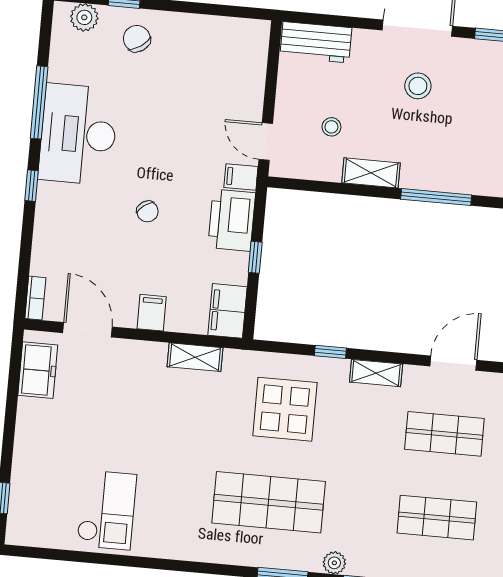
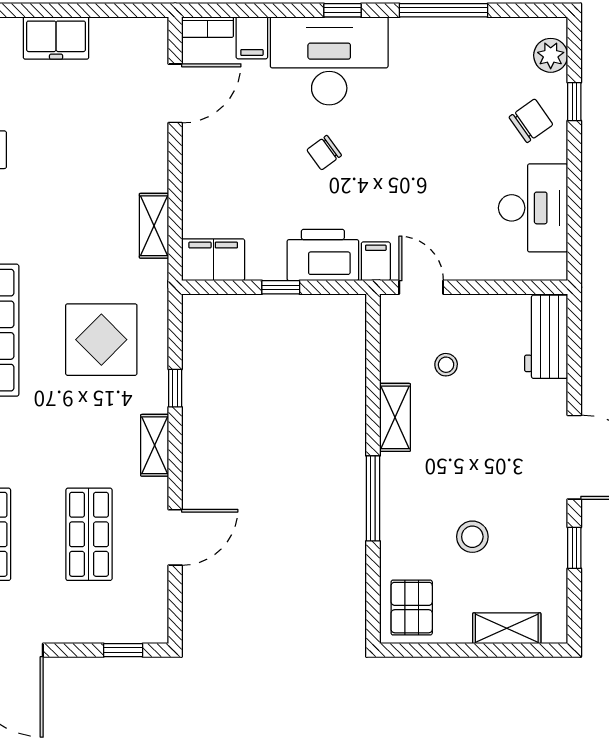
desk: (209, 43) -> (533, 208), added
stool: (418, 86) -> (472, 537), moved
desk: (78, 134) -> (329, 61), moved
door: (266, 142) -> (421, 287), hinge flipped
filing cabinet: (152, 313) -> (252, 38), moved, turned 90
door: (453, 363) -> (175, 537), hinge flipped
freezer: (38, 370) -> (56, 38), moved

